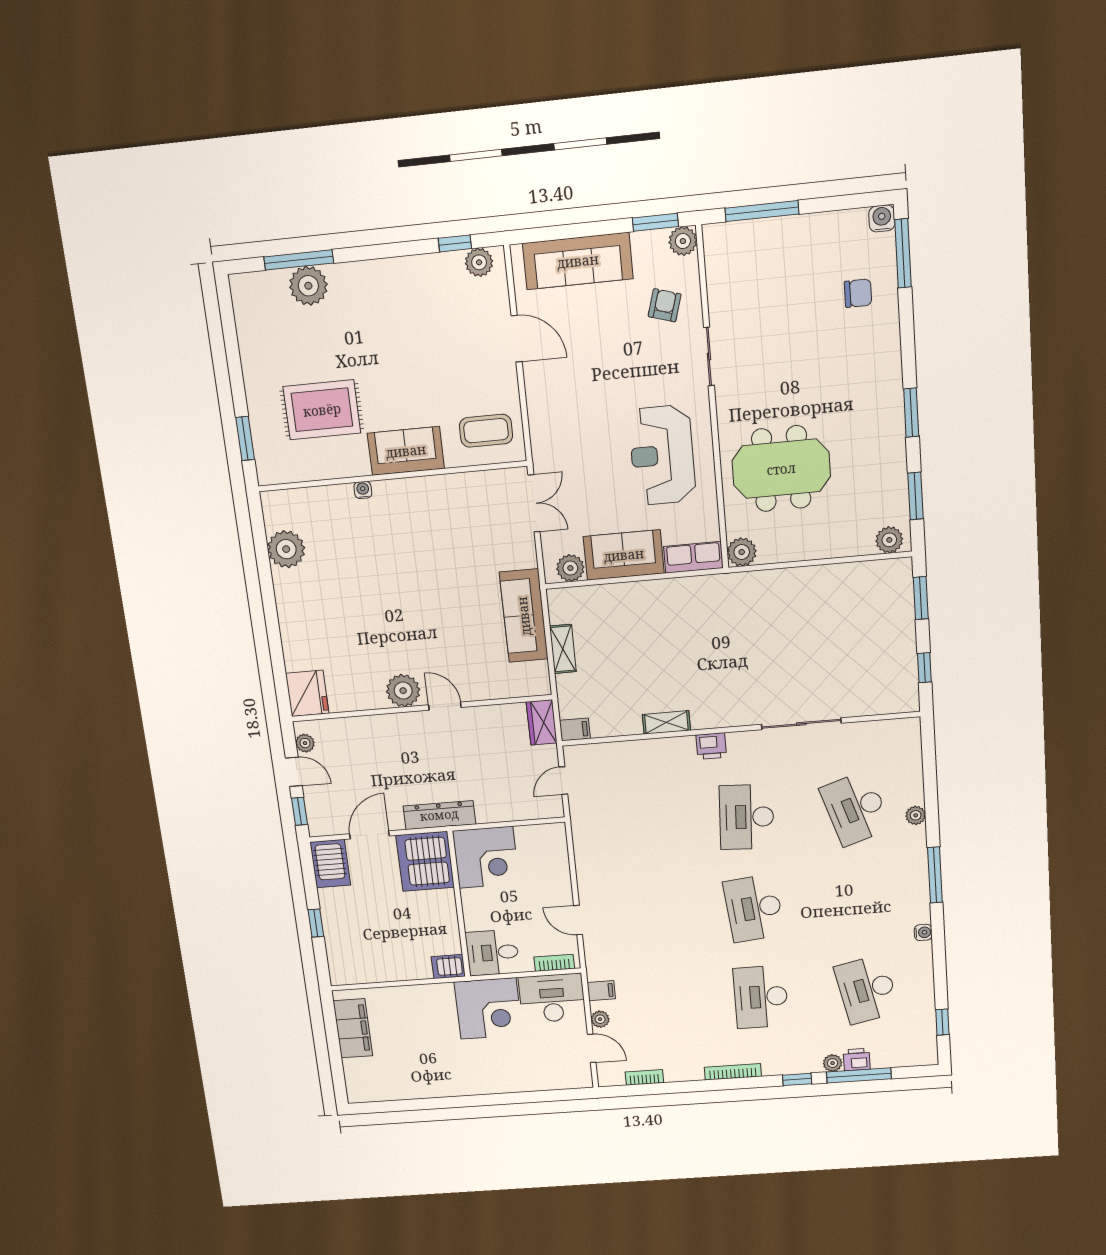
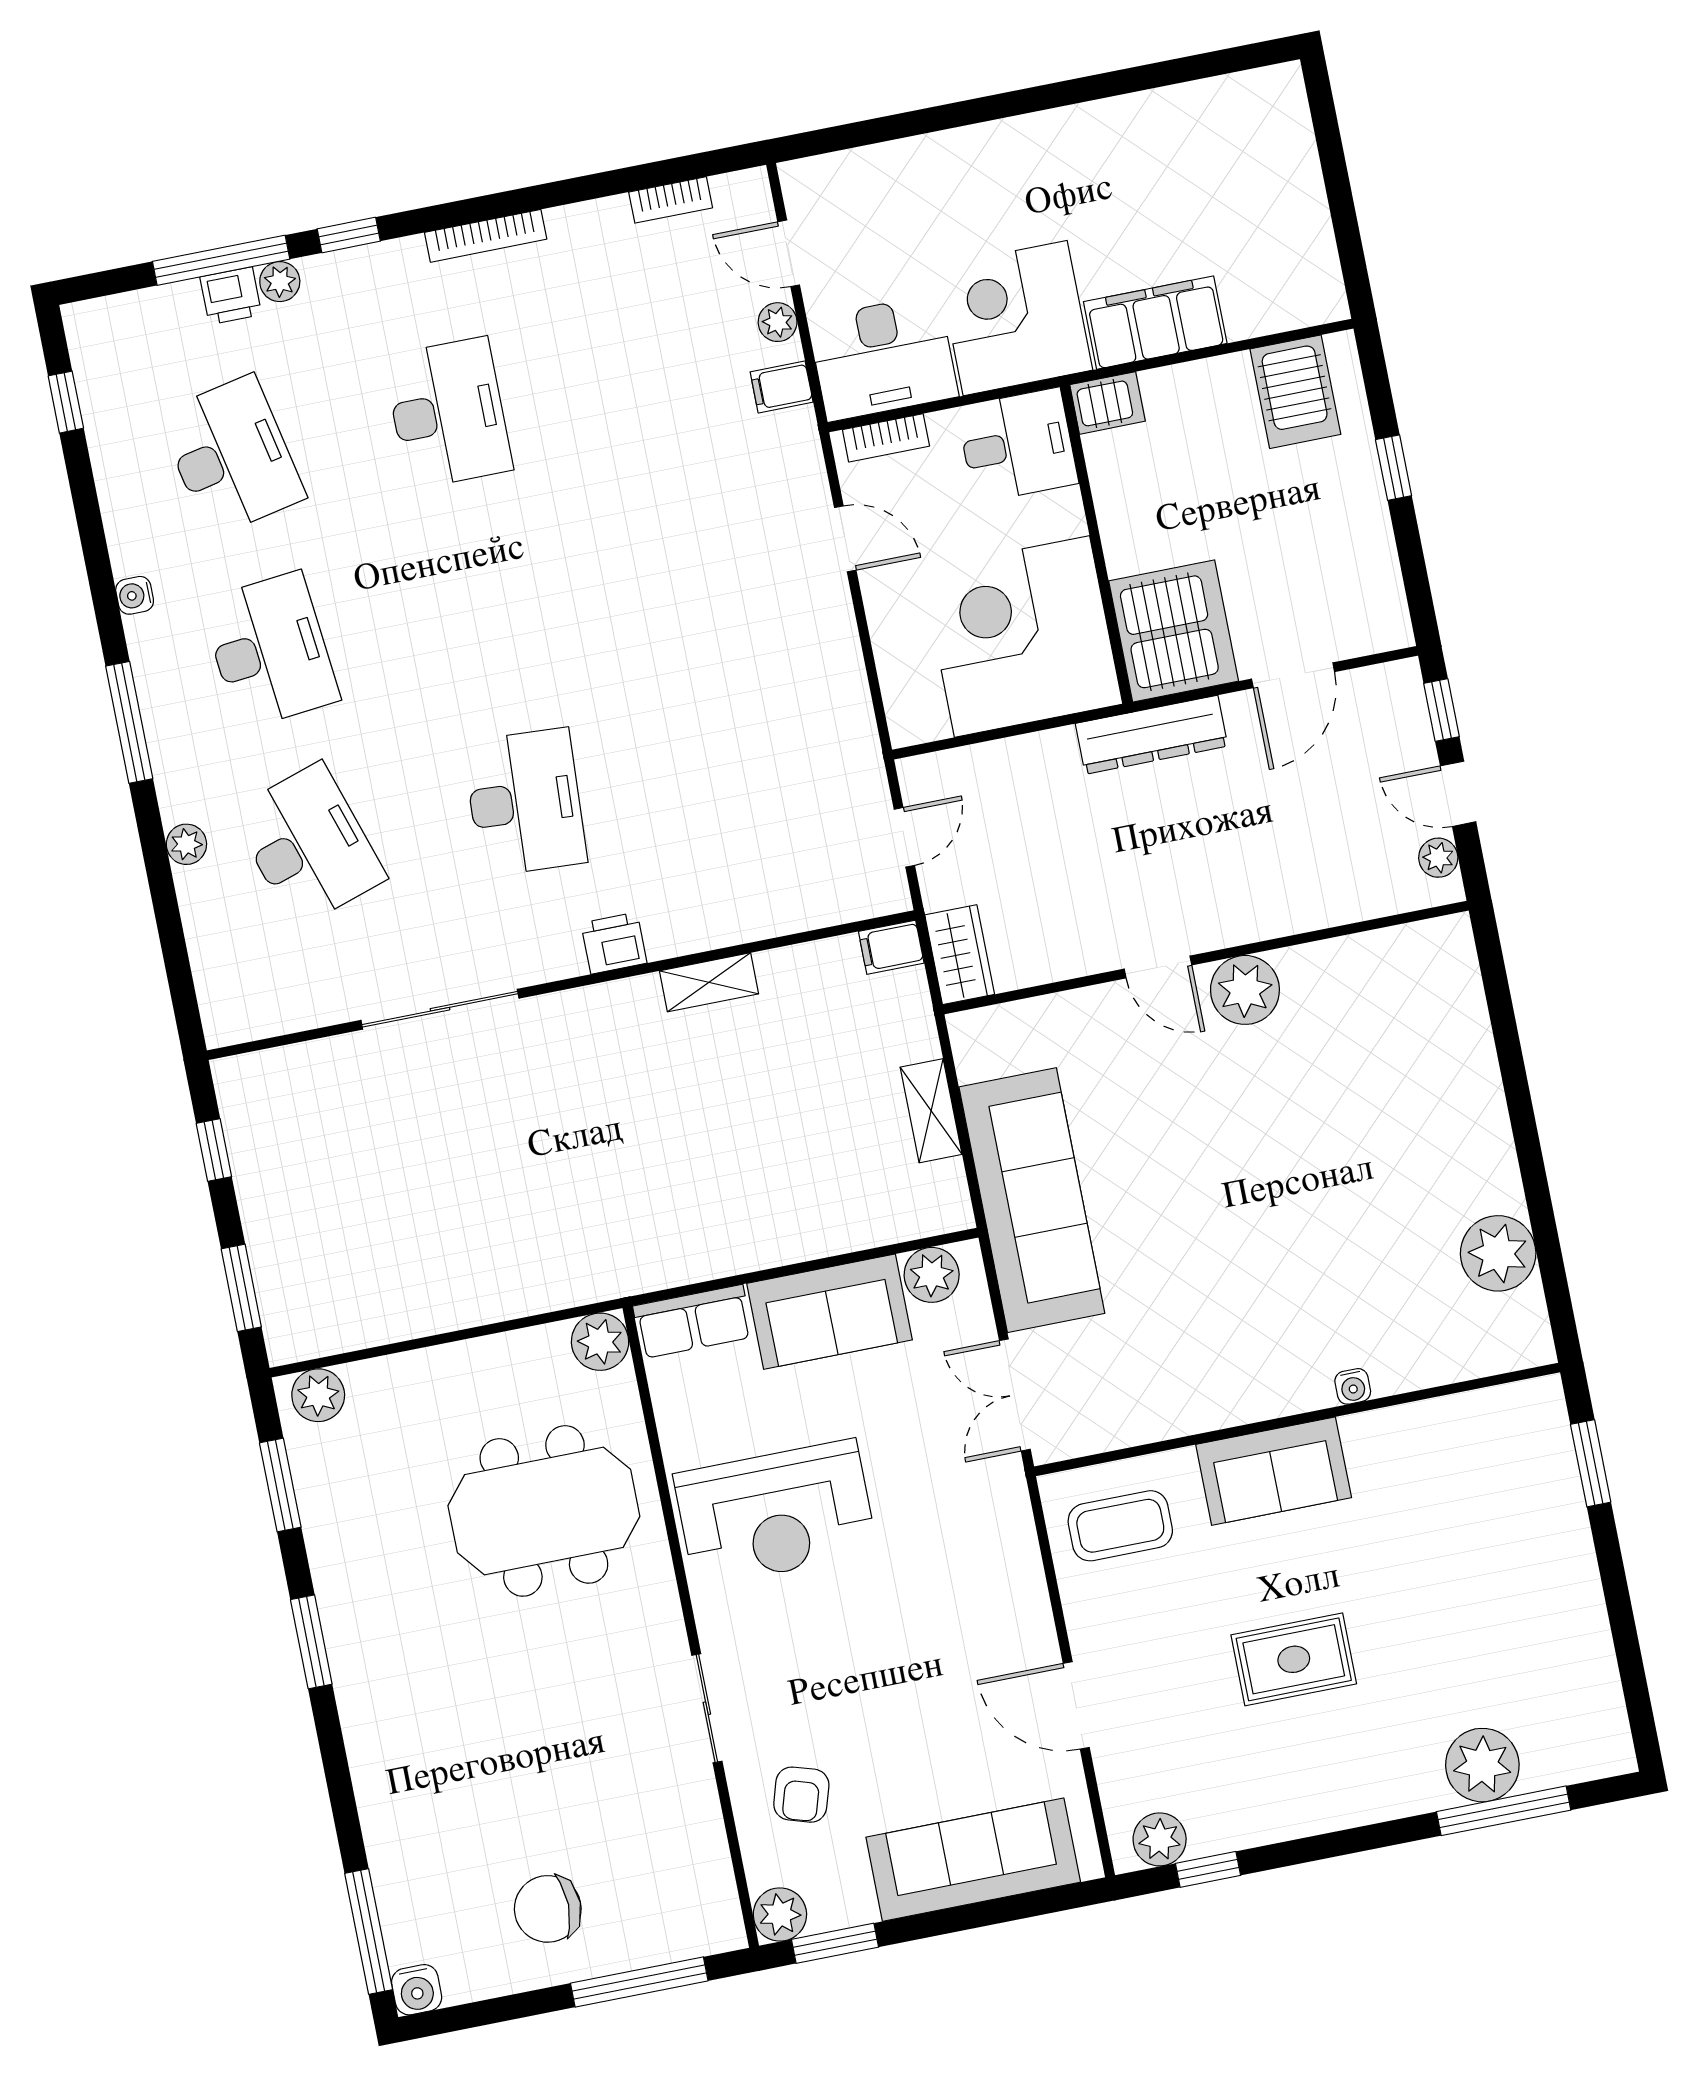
chair: (858, 293) -> (548, 1909), moved, width x1.37, depth x1.37
rug: (322, 410) -> (1294, 1659), moved, width x0.73, depth x0.70
reception desk: (662, 455) -> (775, 1513), turned 90
sofa: (524, 616) -> (1032, 1200), width x1.36, depth x1.27
fridge: (307, 693) -> (1440, 963), removed
corner desk: (486, 857) -> (1022, 636), width x1.36, depth x1.36
server rack: (330, 864) -> (1295, 392), moved, turned 180
desk: (754, 908) -> (270, 650), moved
filing cabinet: (353, 1028) -> (1155, 323), moved, turned 90

